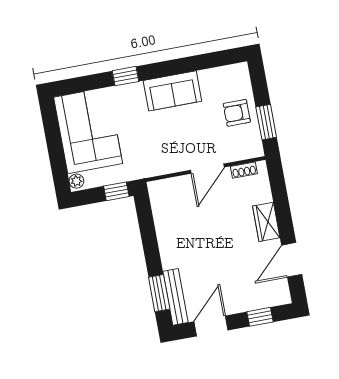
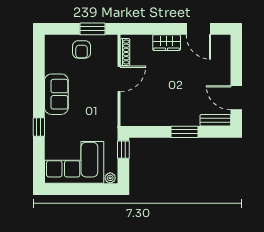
door: (207, 169) -> (119, 79), hinge flipped
shoe rack: (244, 170) -> (125, 52), width x1.43
window: (159, 293) -> (184, 132), moved
bench: (175, 297) -> (215, 120), width x0.73
window: (260, 317) -> (236, 60), removed

